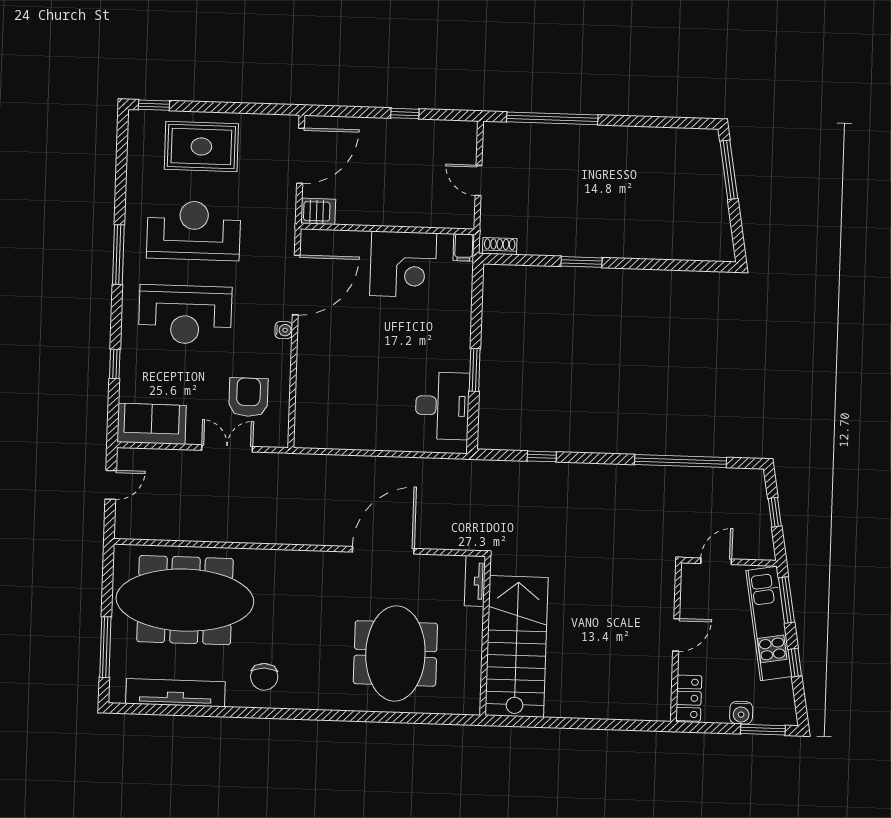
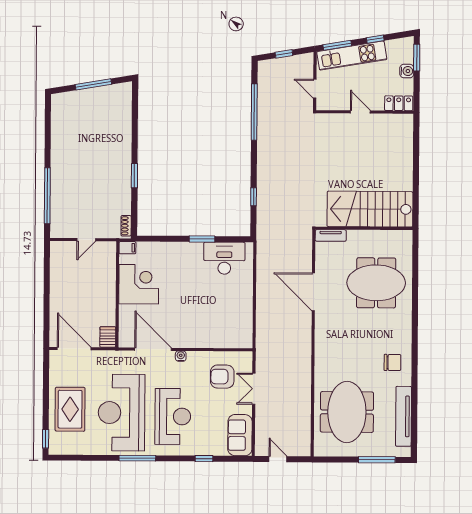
window: (405, 113) -> (47, 286), removed
window: (729, 170) -> (93, 84), moved
reception desk: (194, 231) -> (121, 413), width x1.36, depth x1.30
meeting table: (185, 600) -> (347, 412), width x0.73

